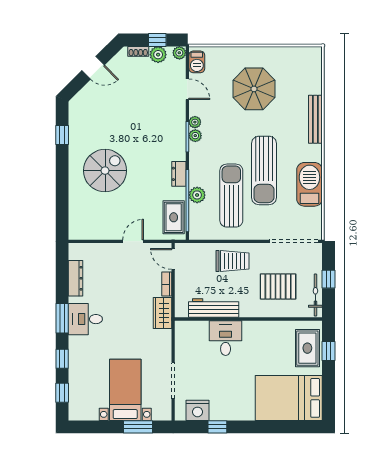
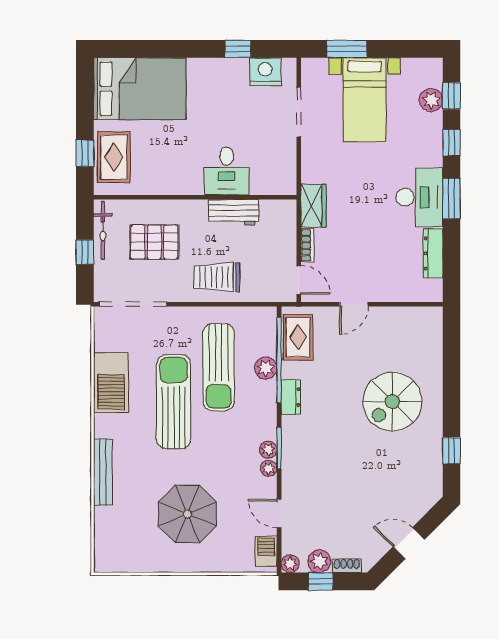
workbench: (214, 308) -> (234, 212), width x0.73
desk: (85, 319) -> (419, 197), width x1.37
plant: (77, 390) -> (431, 100), added

